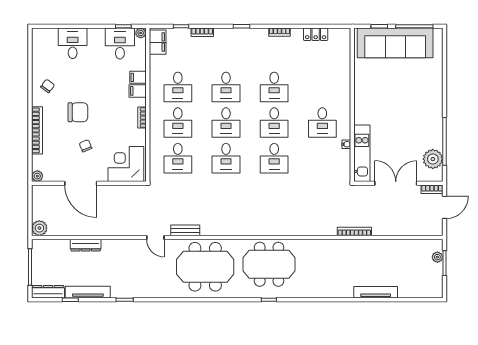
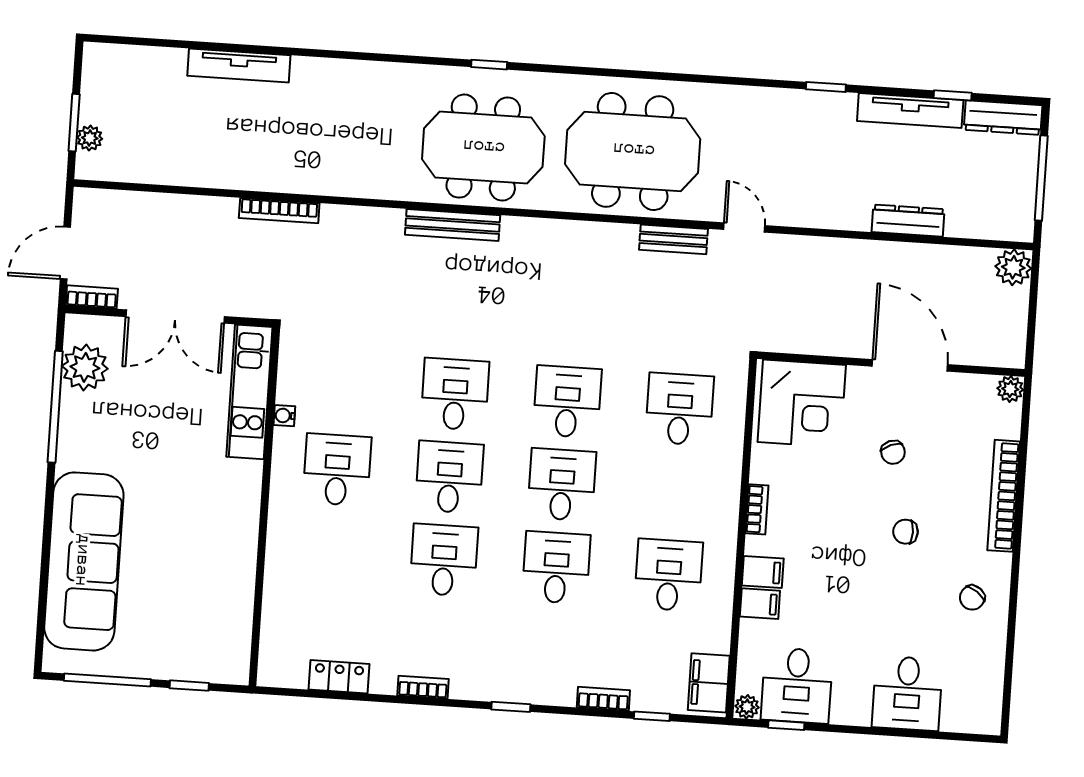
sofa: (395, 43) -> (84, 561), moved, turned 90
chair: (78, 112) -> (905, 532), width x0.54, depth x0.54
desk: (178, 123) -> (674, 492), removed
bench: (280, 230) -> (453, 225), added

